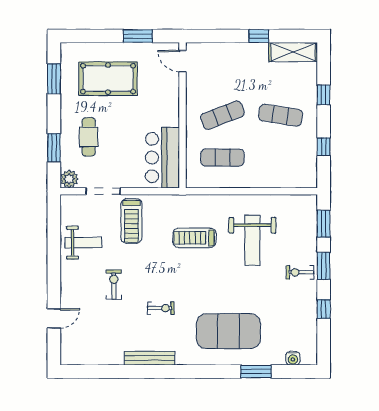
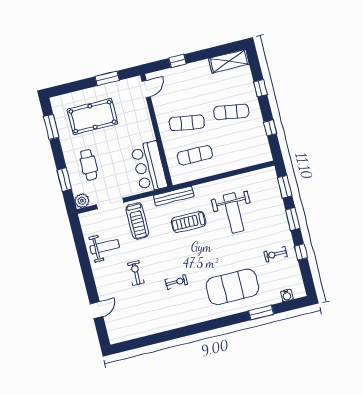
window: (259, 36) -> (177, 61), moved
door: (183, 61) -> (146, 89), swing flipped
exercise mat: (222, 115) -> (187, 123), turned 30
exercise bike: (300, 272) -> (276, 254), moved
bench: (150, 358) -> (174, 196), moved

